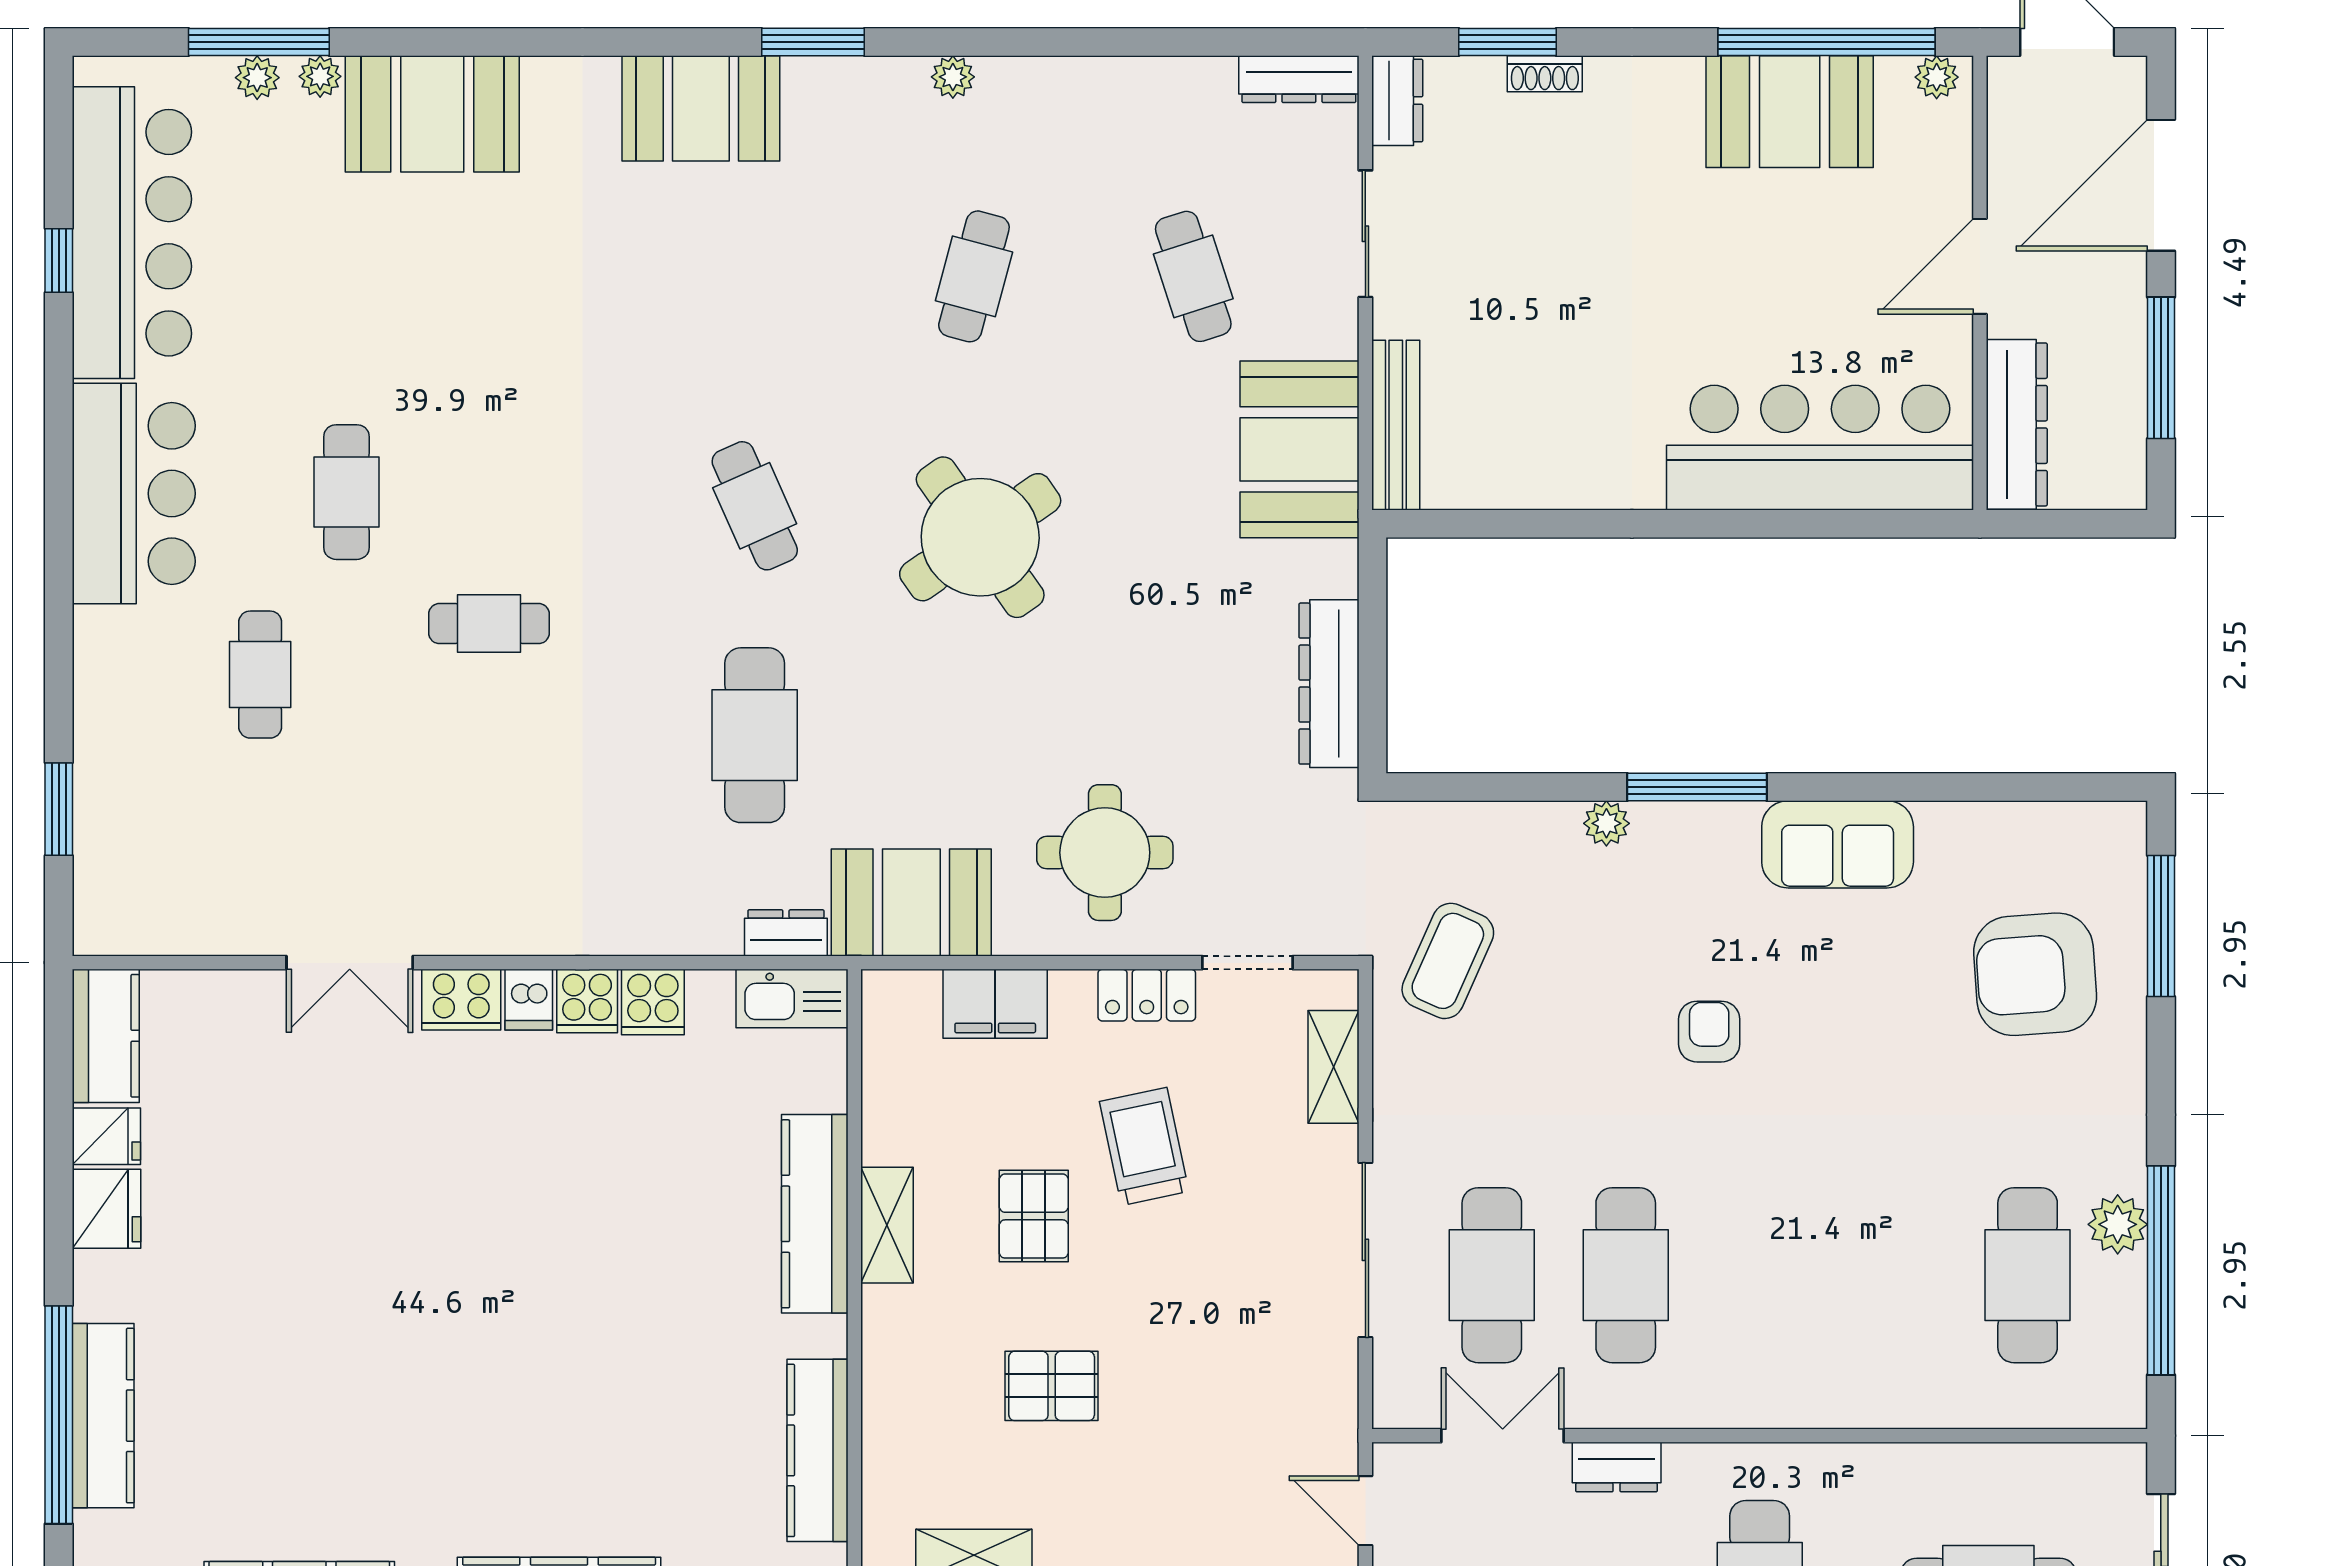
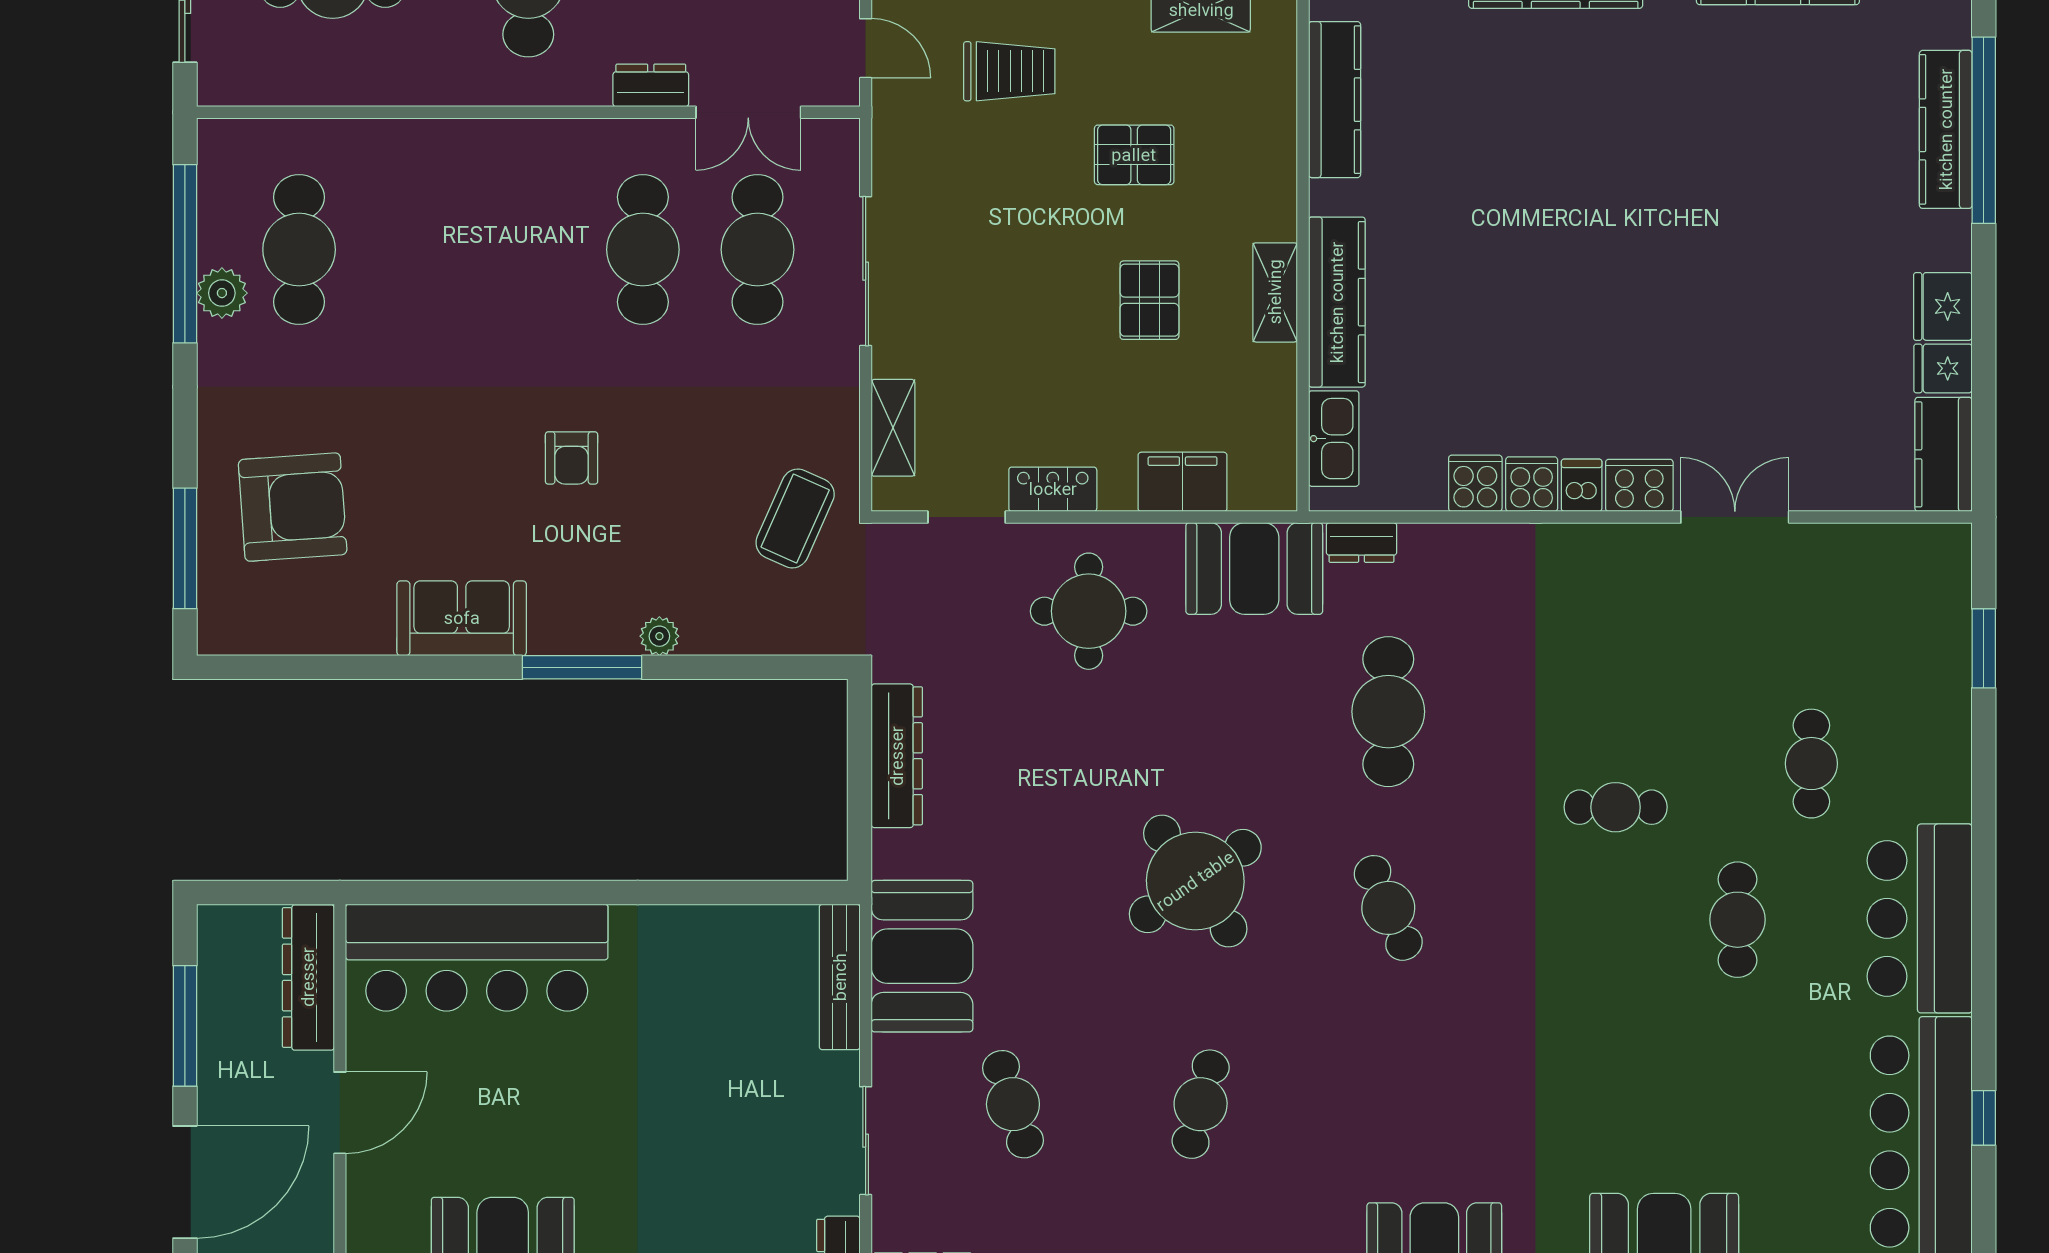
kitchen sink: (792, 999) -> (1334, 439), moved, turned 90
trolley: (1144, 1146) -> (1009, 71), moved, turned -78

